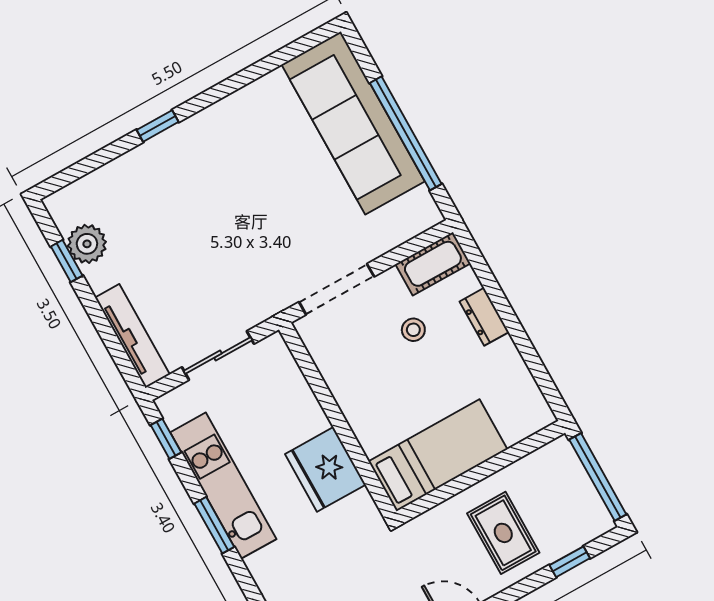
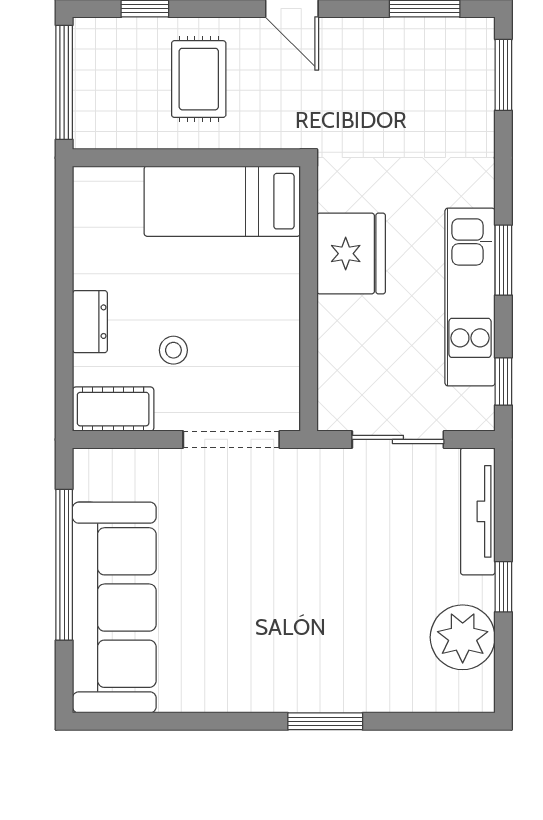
window: (158, 126) -> (325, 721), width x1.50
plant: (87, 244) -> (463, 637), width x1.36, depth x1.36
window: (67, 261) -> (503, 587), moved

